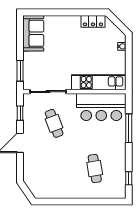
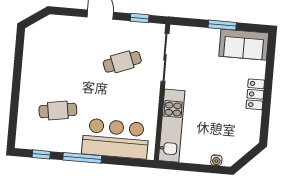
locker: (93, 21) -> (255, 94), moved
window: (20, 71) -> (222, 25), moved
bar counter: (101, 107) -> (116, 139), moved, turned 90
window: (129, 128) -> (82, 158), moved

